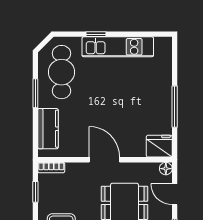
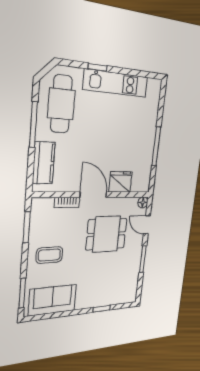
window: (35, 93) -> (33, 125), width x1.44
fridge: (159, 146) -> (120, 182), moved
bookcase: (51, 168) -> (67, 202), moved
window: (35, 192) -> (27, 227), width x1.50

